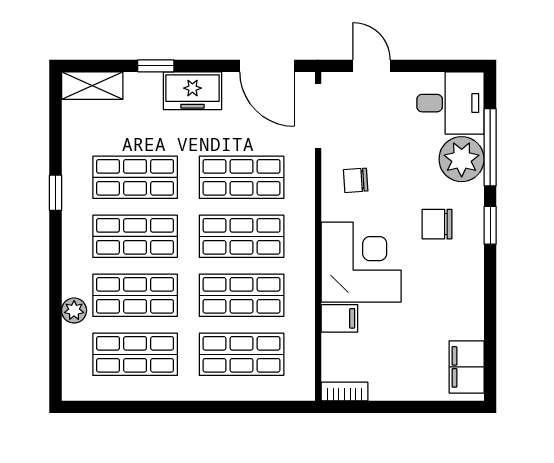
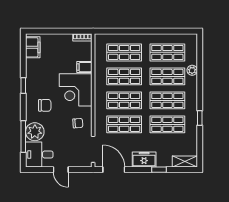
door: (372, 66) -> (61, 170), moved
window: (490, 225) -> (23, 86), moved

